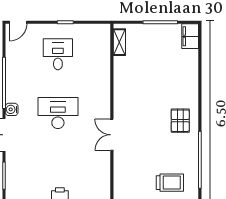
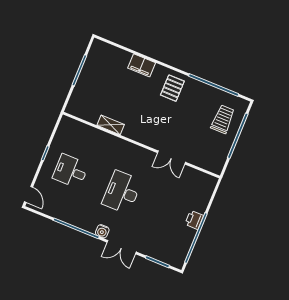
filing cabinet: (190, 36) -> (142, 65), moved
shelving: (119, 42) -> (111, 125), moved
pallet: (180, 121) -> (172, 88), turned 90
double door: (112, 135) -> (172, 157), moved

